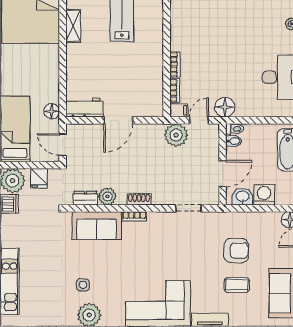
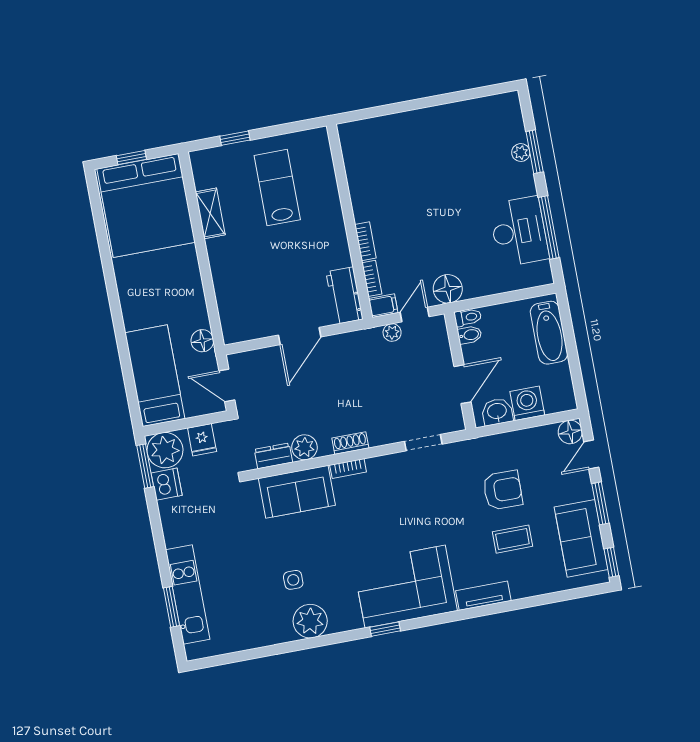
workbench: (84, 108) -> (344, 296), moved, turned -90
plant: (176, 135) -> (392, 332), width x0.53, depth x0.53

